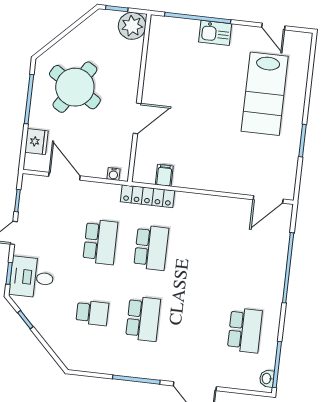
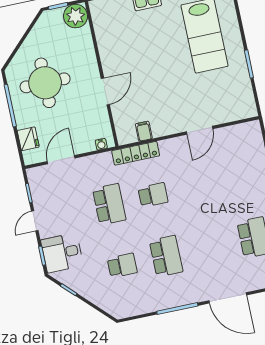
round table: (75, 87) -> (45, 83), turned -32
door: (64, 176) -> (61, 160), hinge flipped
door: (268, 199) -> (200, 130), moved
school desk: (151, 248) -> (153, 195), width x0.54

